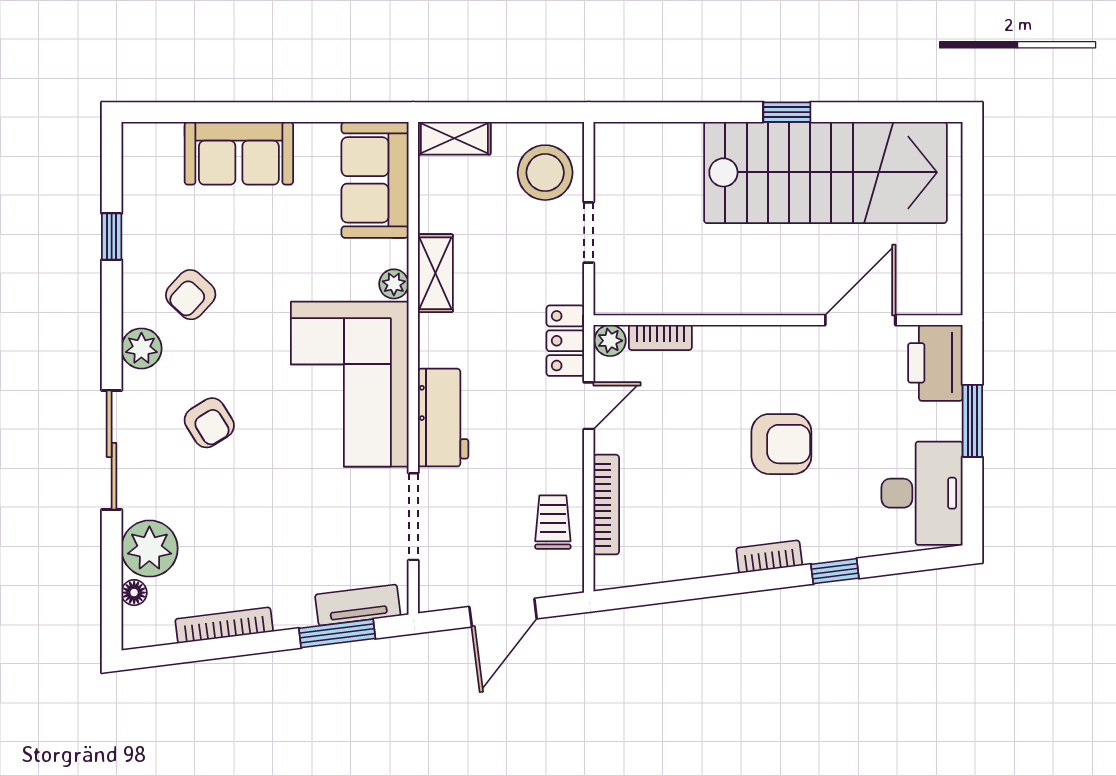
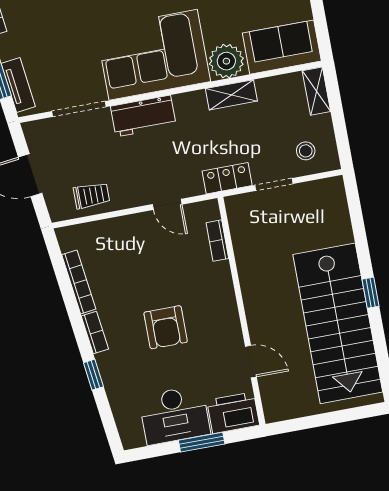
stool: (545, 173) -> (306, 151), width x0.53, depth x0.53
plant: (394, 284) -> (226, 61), width x1.87, depth x1.87
door: (860, 320) -> (251, 362), width x0.73
locker: (565, 341) -> (227, 178), moved
plant: (610, 341) -> (210, 210), removed
desk: (922, 493) -> (174, 415), moved
bookcase: (606, 505) -> (79, 282), moved, turned -97

